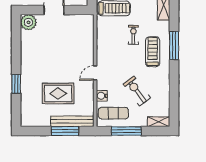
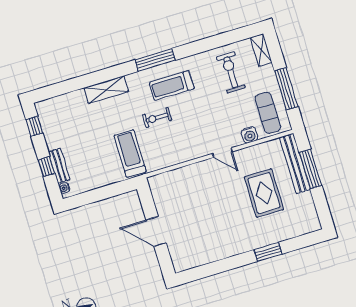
plant: (28, 22) -> (182, 260), removed
exercise bike: (137, 91) -> (231, 72), moved, turned 127

